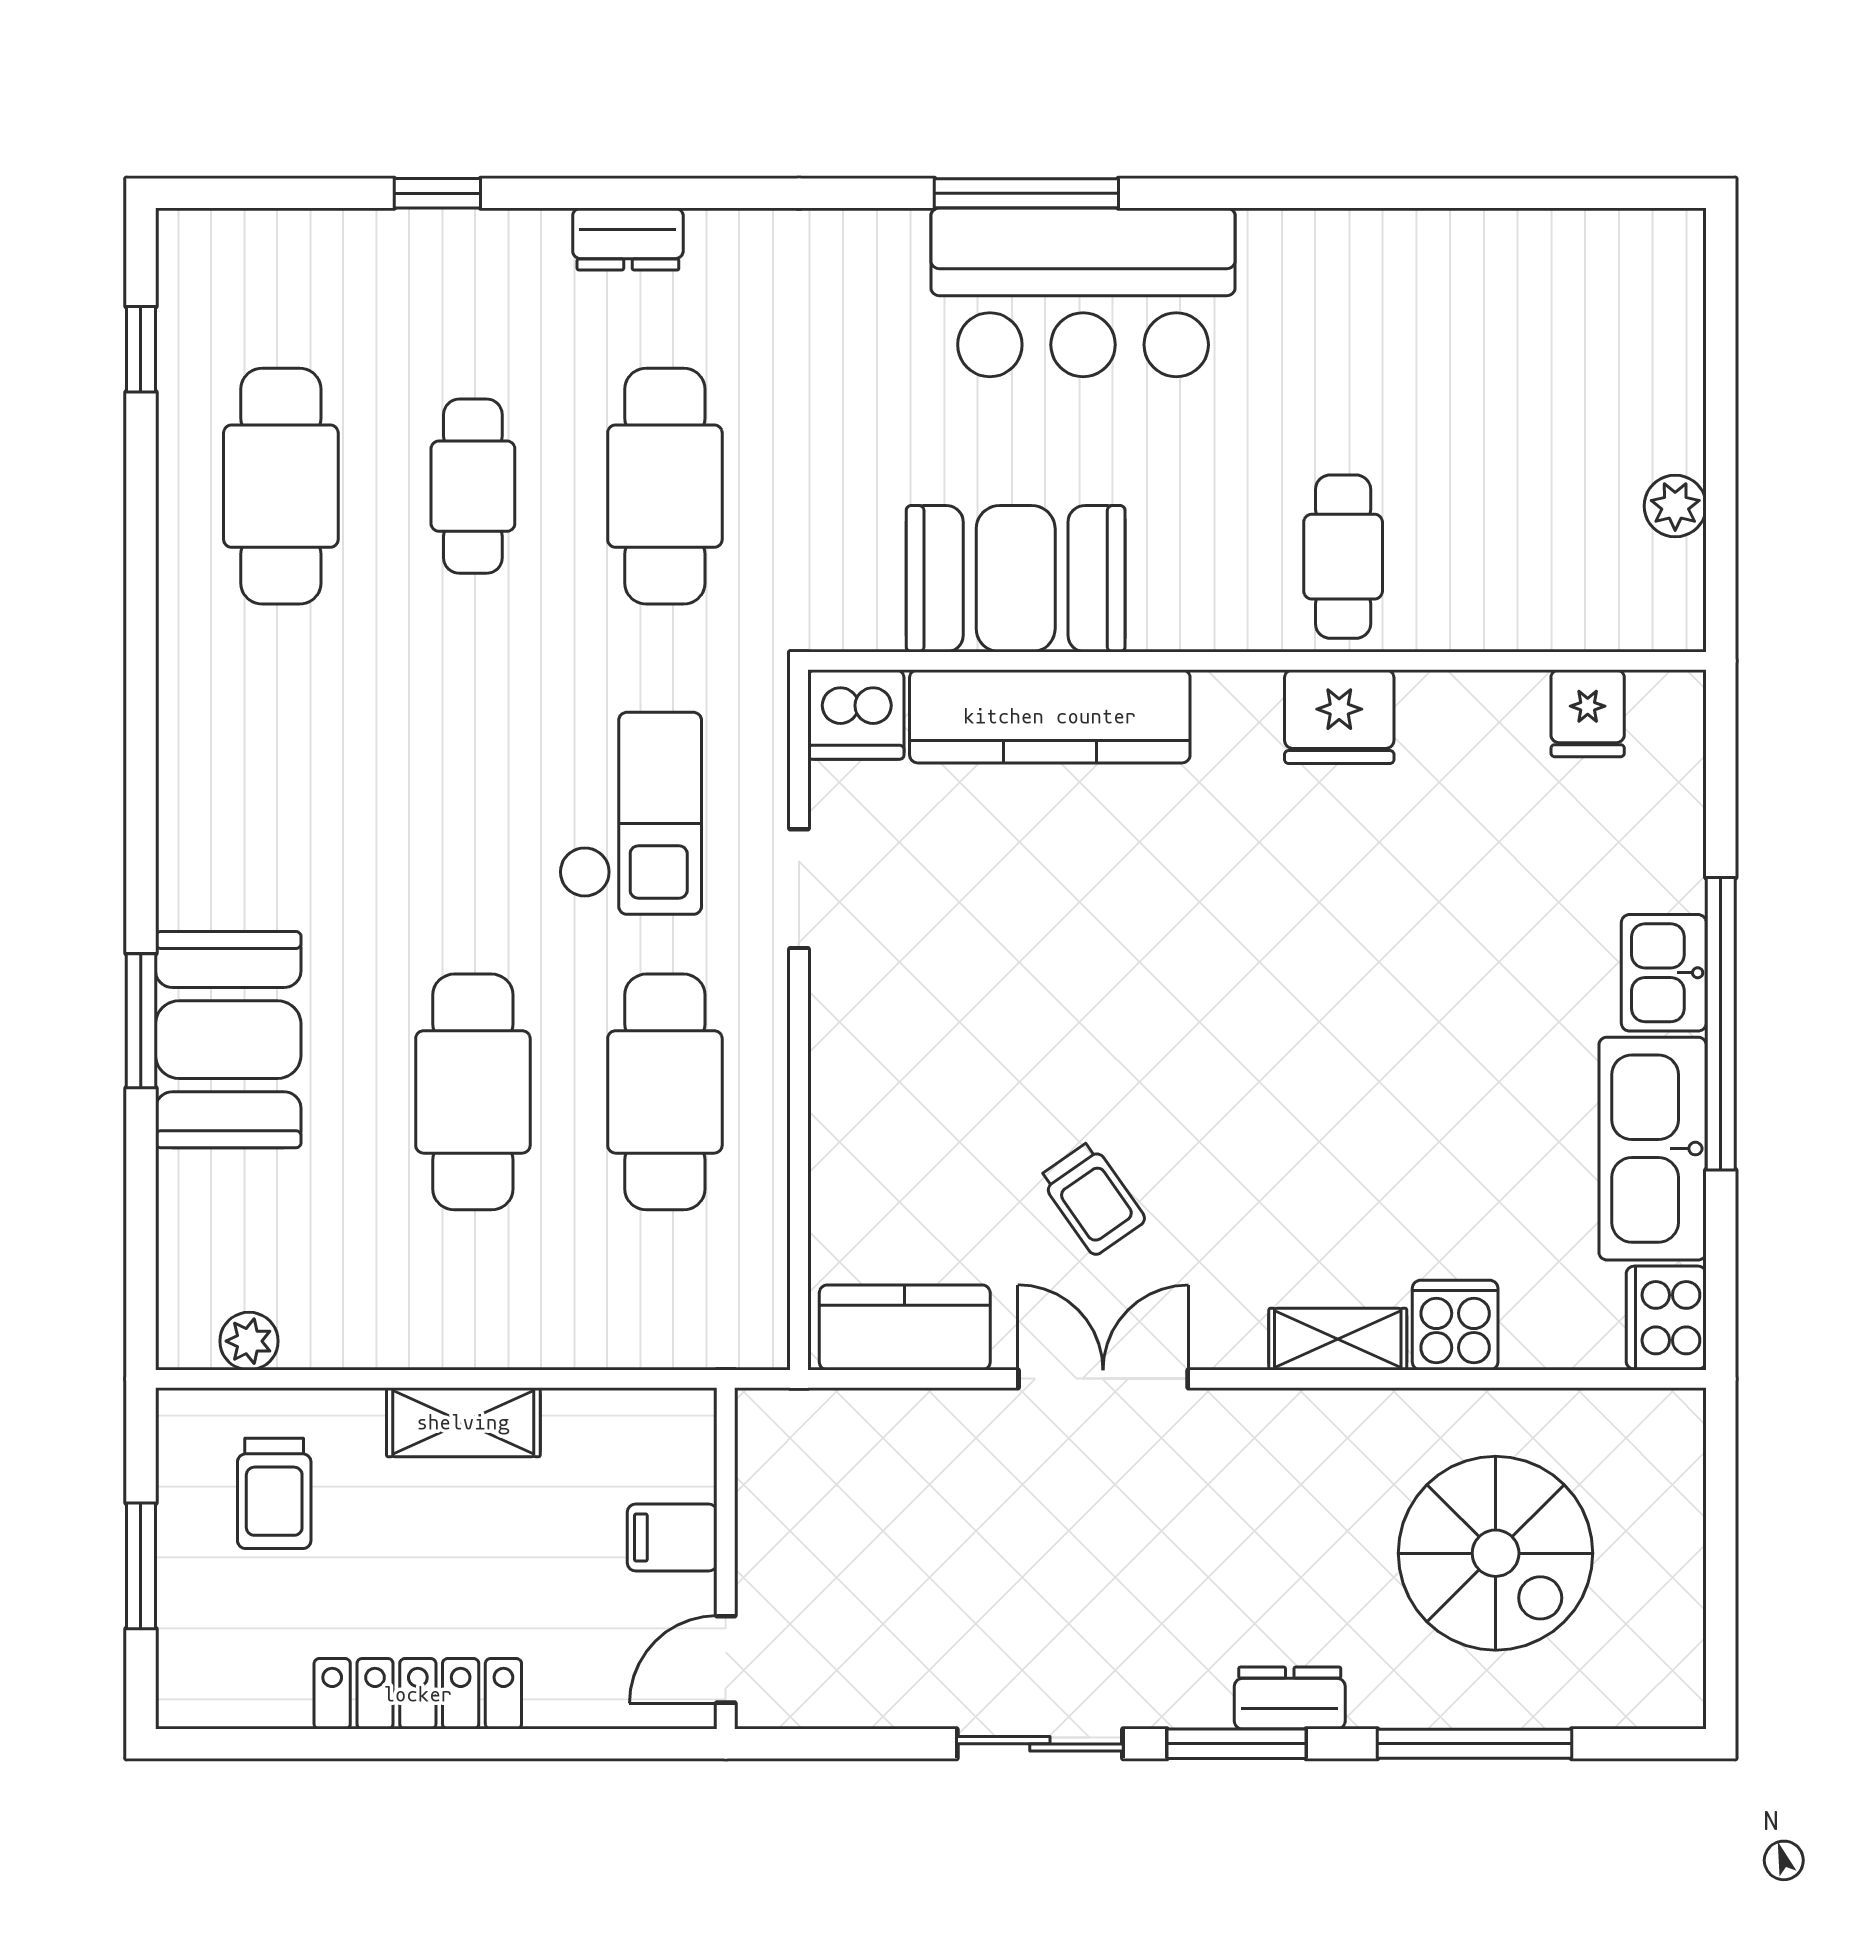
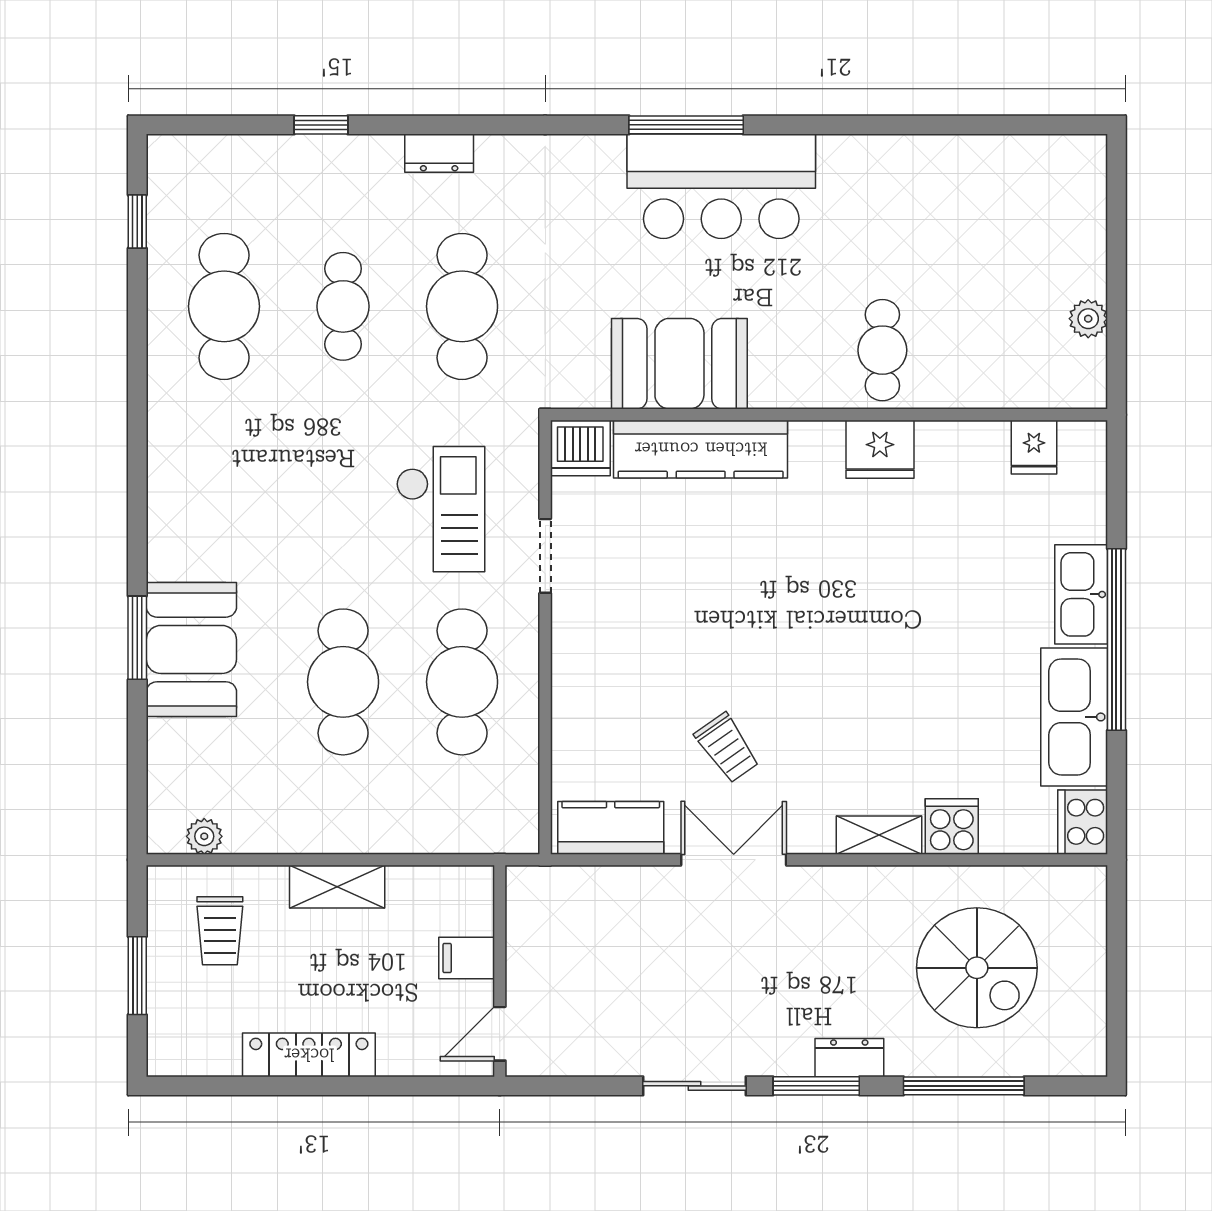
kitchen sink: (1664, 973) -> (1081, 594), width x1.38

